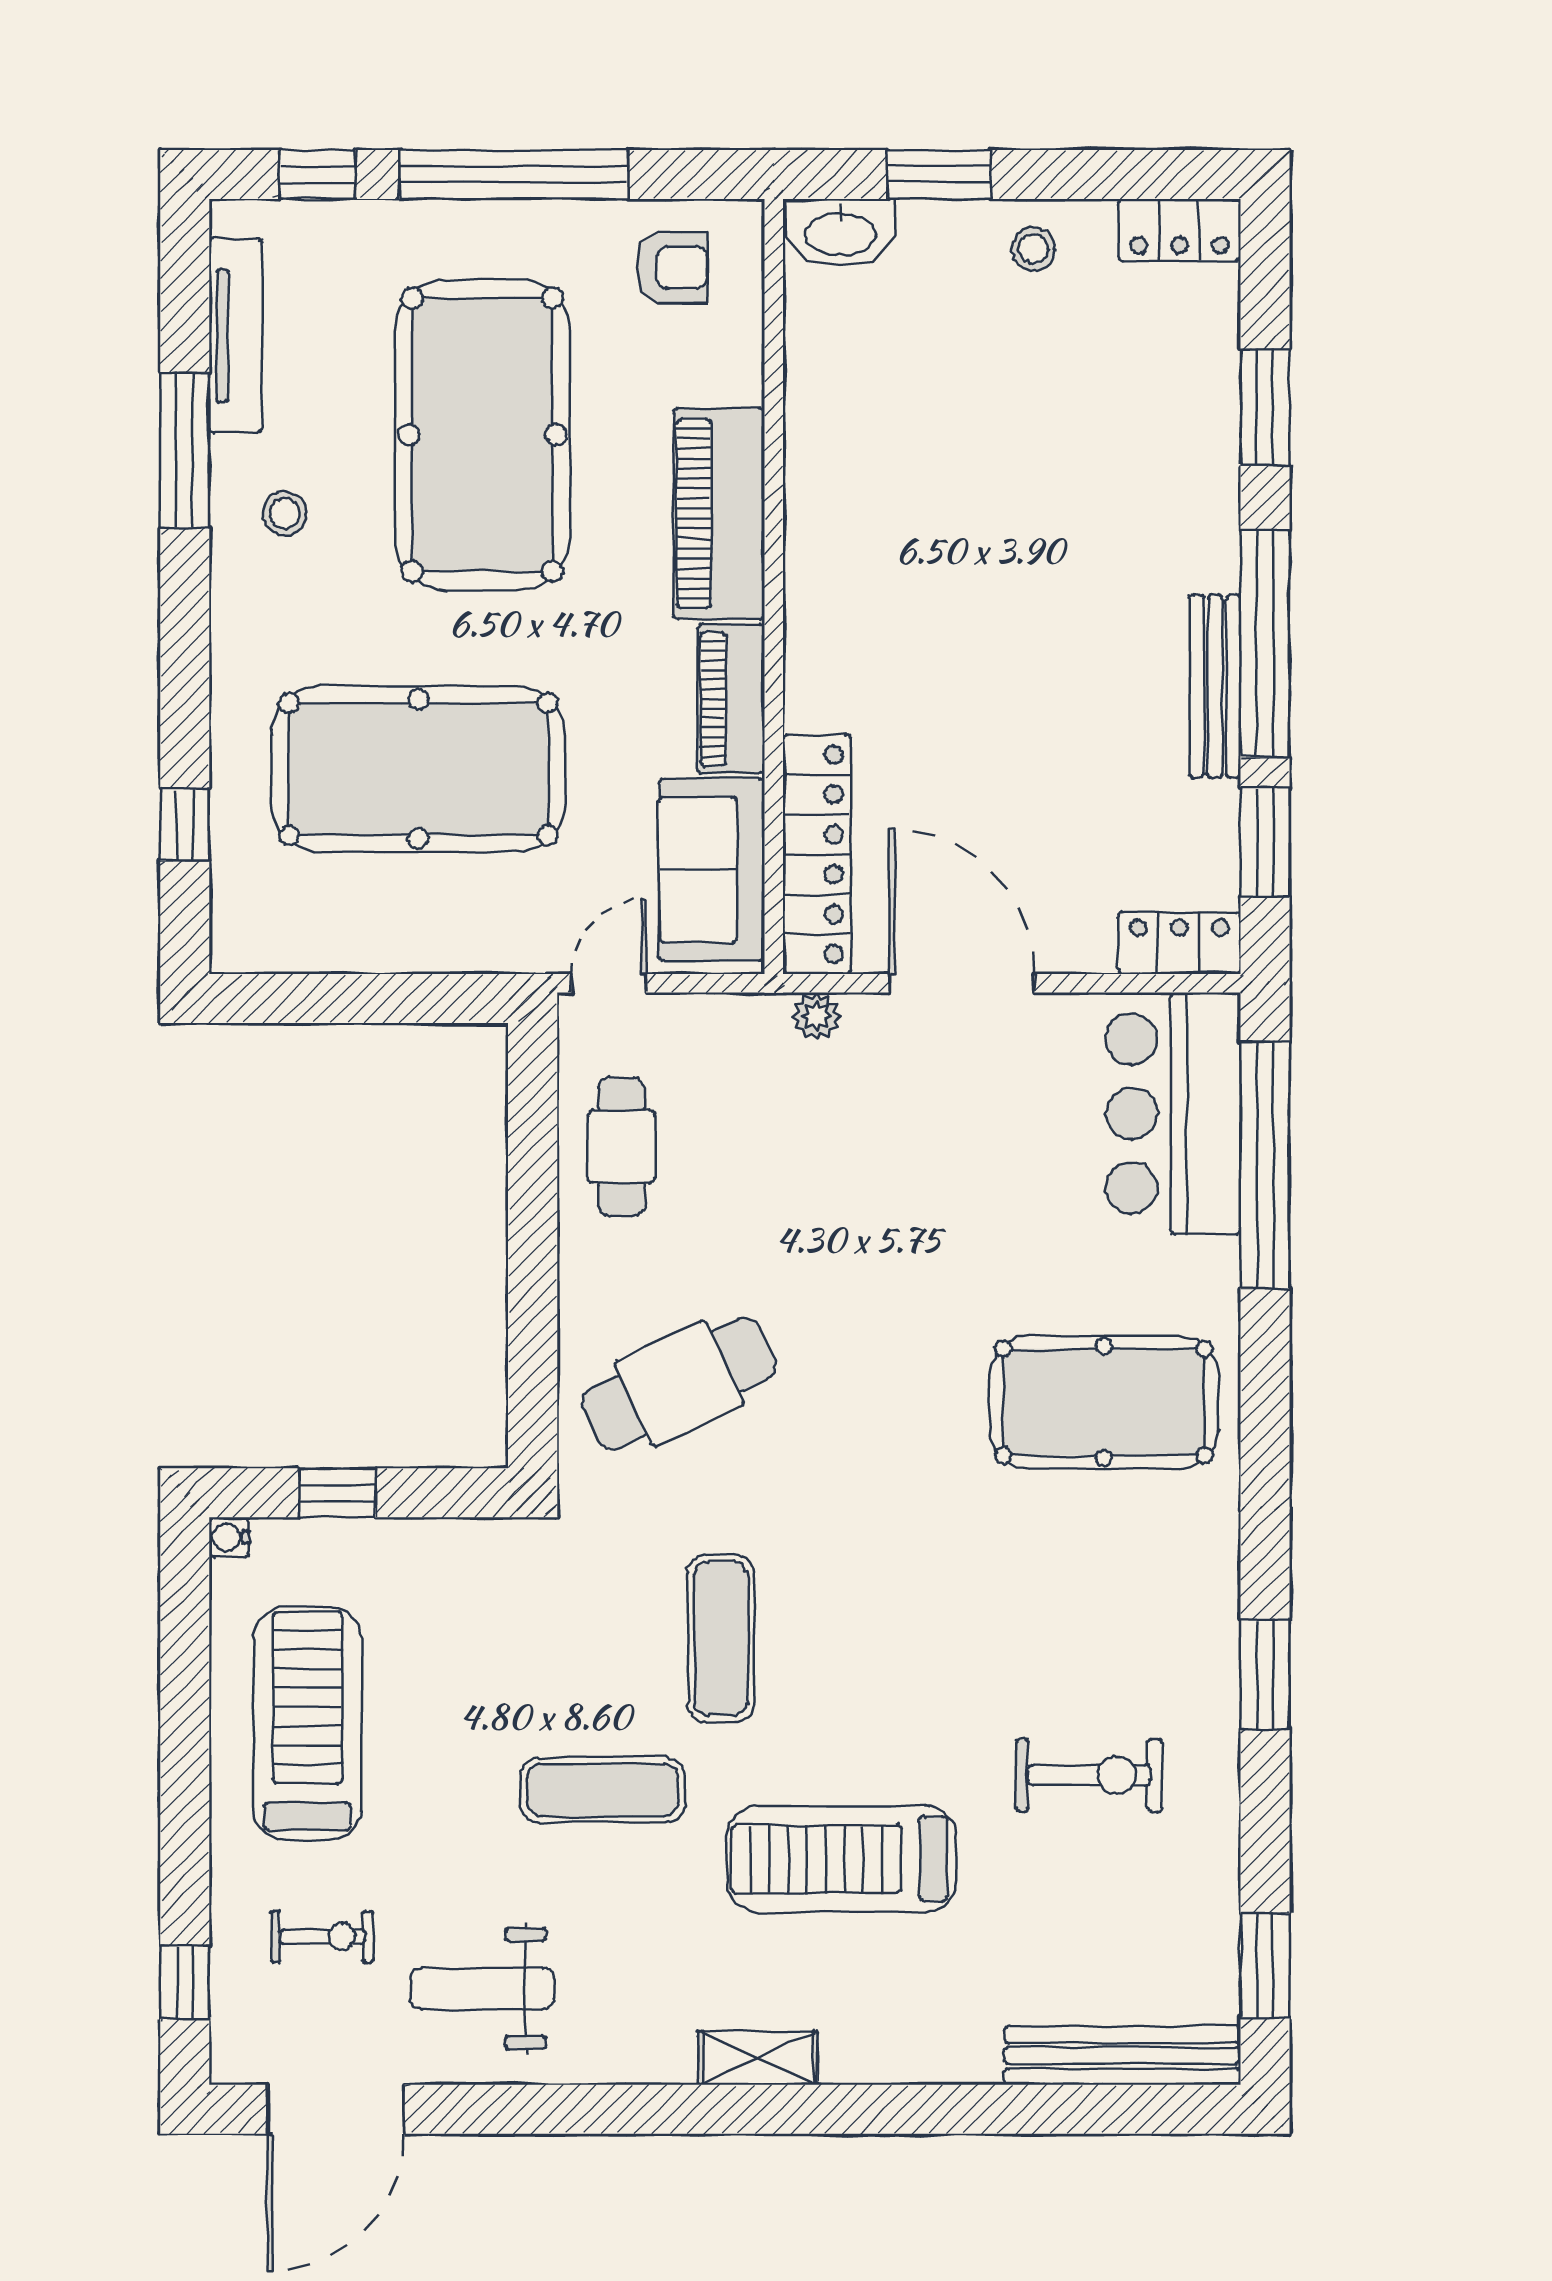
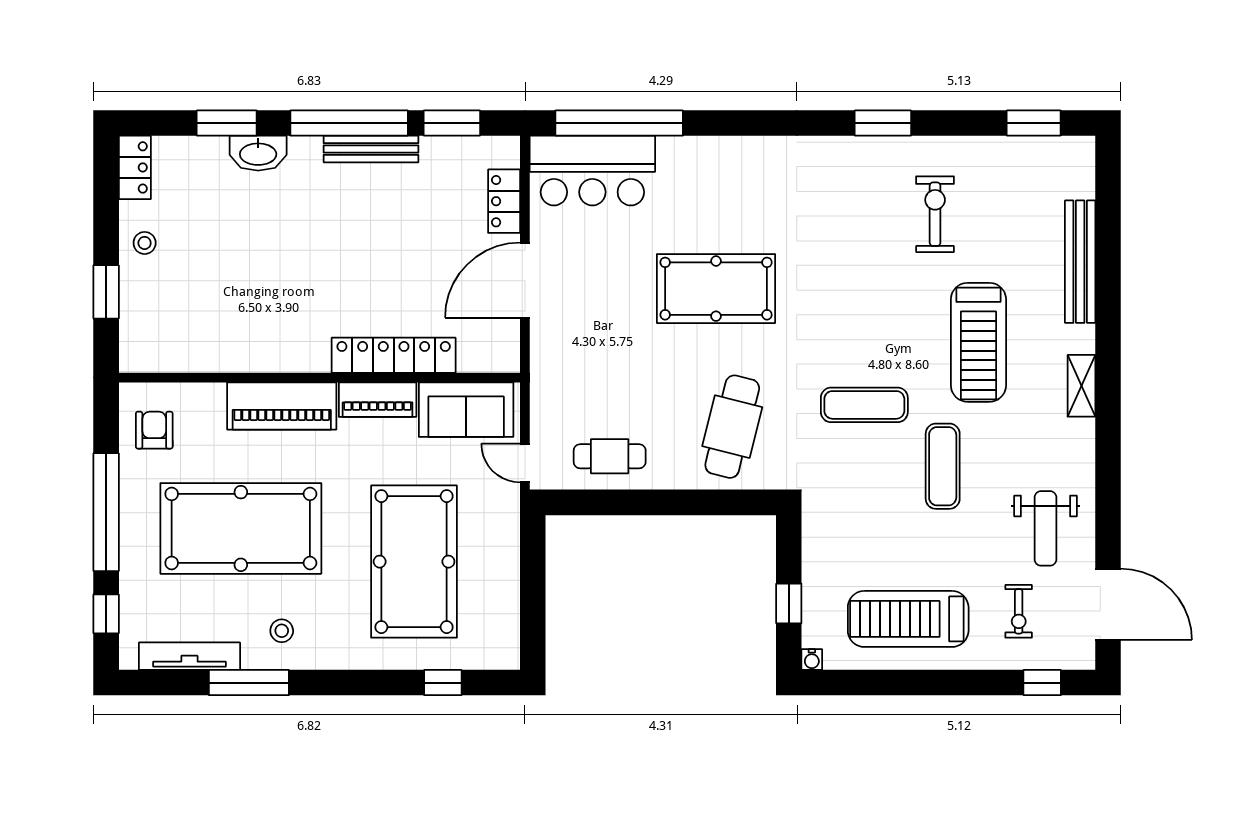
washbasin: (840, 233) -> (258, 153), moved, turned 90
locker: (817, 854) -> (394, 355), moved
locker: (1179, 943) -> (504, 201), moved
plant: (817, 1016) -> (542, 355), removed
cafe table: (679, 1383) -> (732, 427), turned 39
pool table: (1104, 1402) -> (716, 289), moved, turned 90
exercise bike: (322, 1937) -> (1019, 611), turned 180
bench: (1122, 2055) -> (1080, 262), moved

